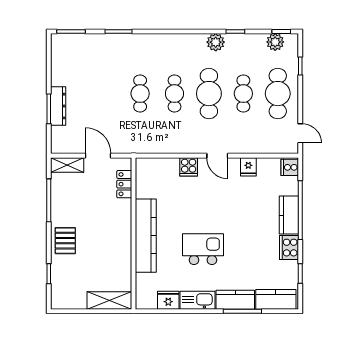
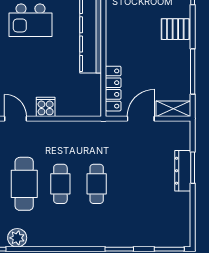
door: (98, 156) -> (141, 119), swing flipped
locker: (124, 184) -> (113, 89), width x1.53
pallet: (65, 241) -> (175, 29), turned 90

